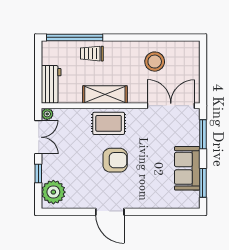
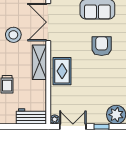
shelving: (105, 95) -> (39, 62), moved
armchair: (115, 160) -> (102, 46), moved

